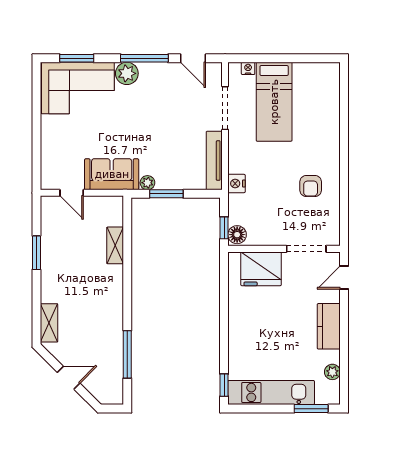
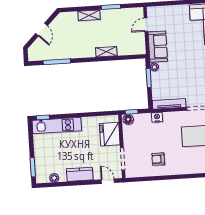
shelving: (115, 245) -> (106, 52), moved
shelving: (49, 323) -> (89, 15), moved
kitchen unit: (271, 392) -> (57, 126), moved, turned 90

